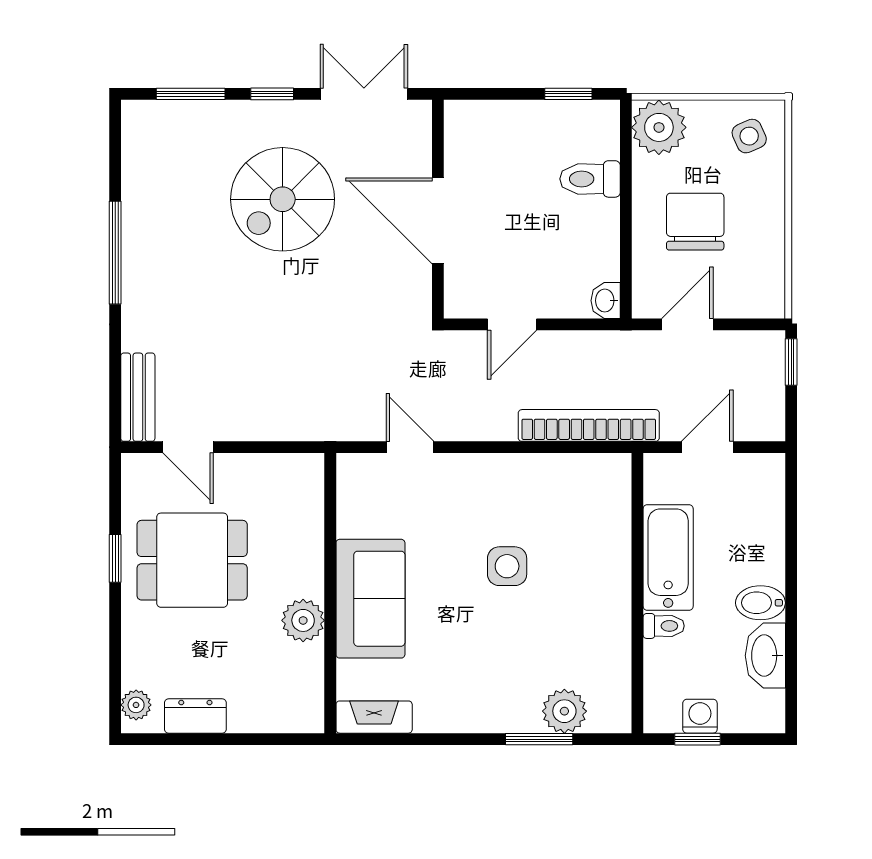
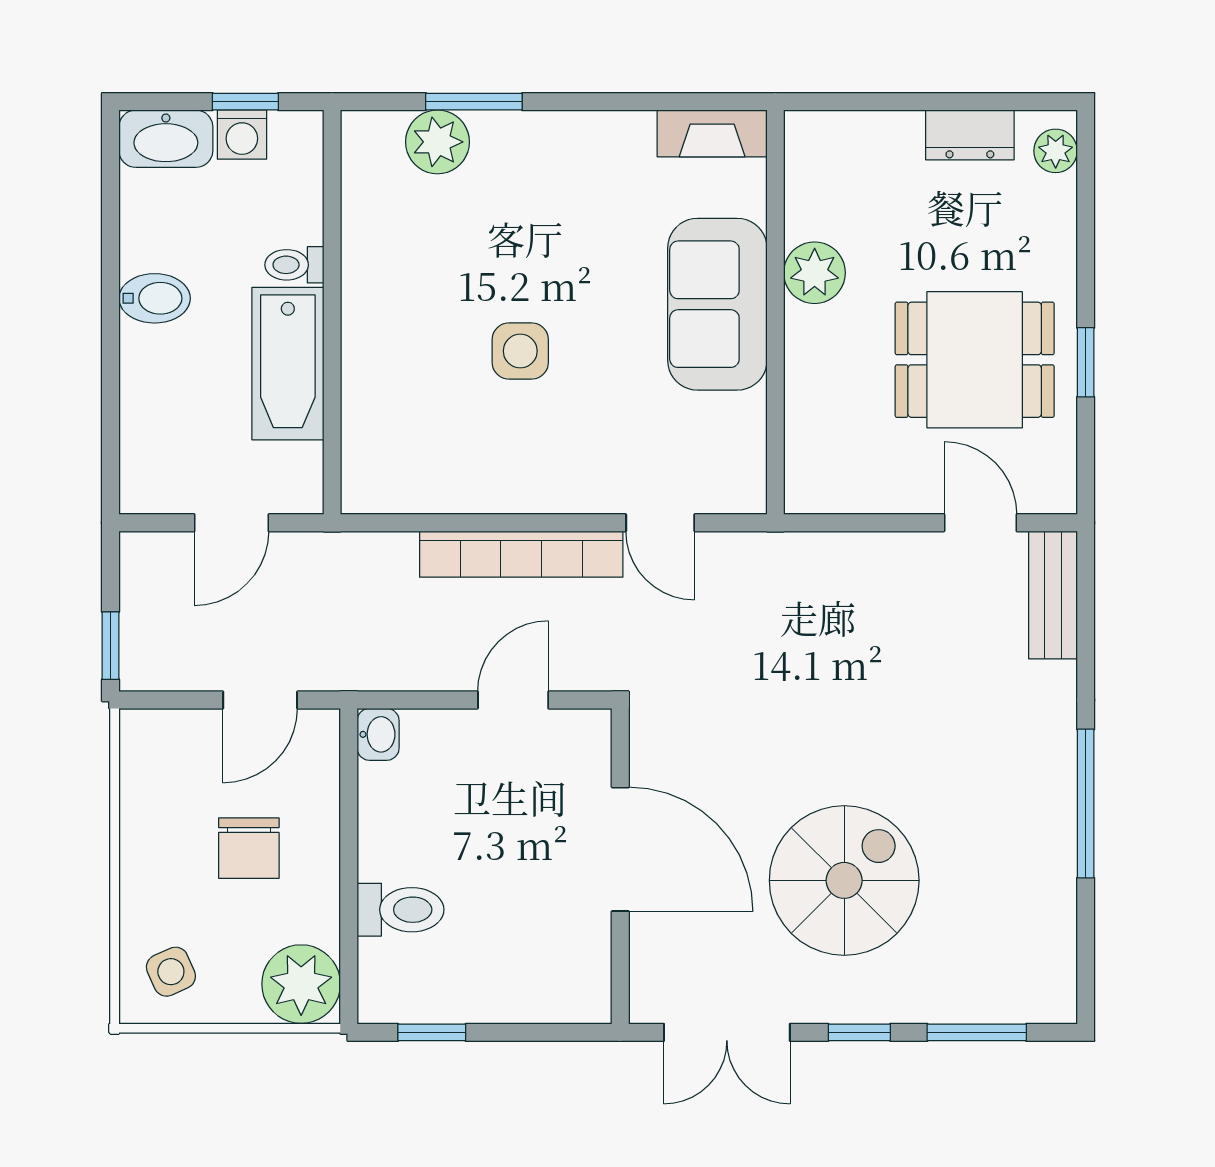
chair: (695, 222) -> (249, 848), width x0.73, depth x0.73
bookcase: (589, 425) -> (521, 554), moved
washbasin: (765, 656) -> (166, 139), moved, turned 90

